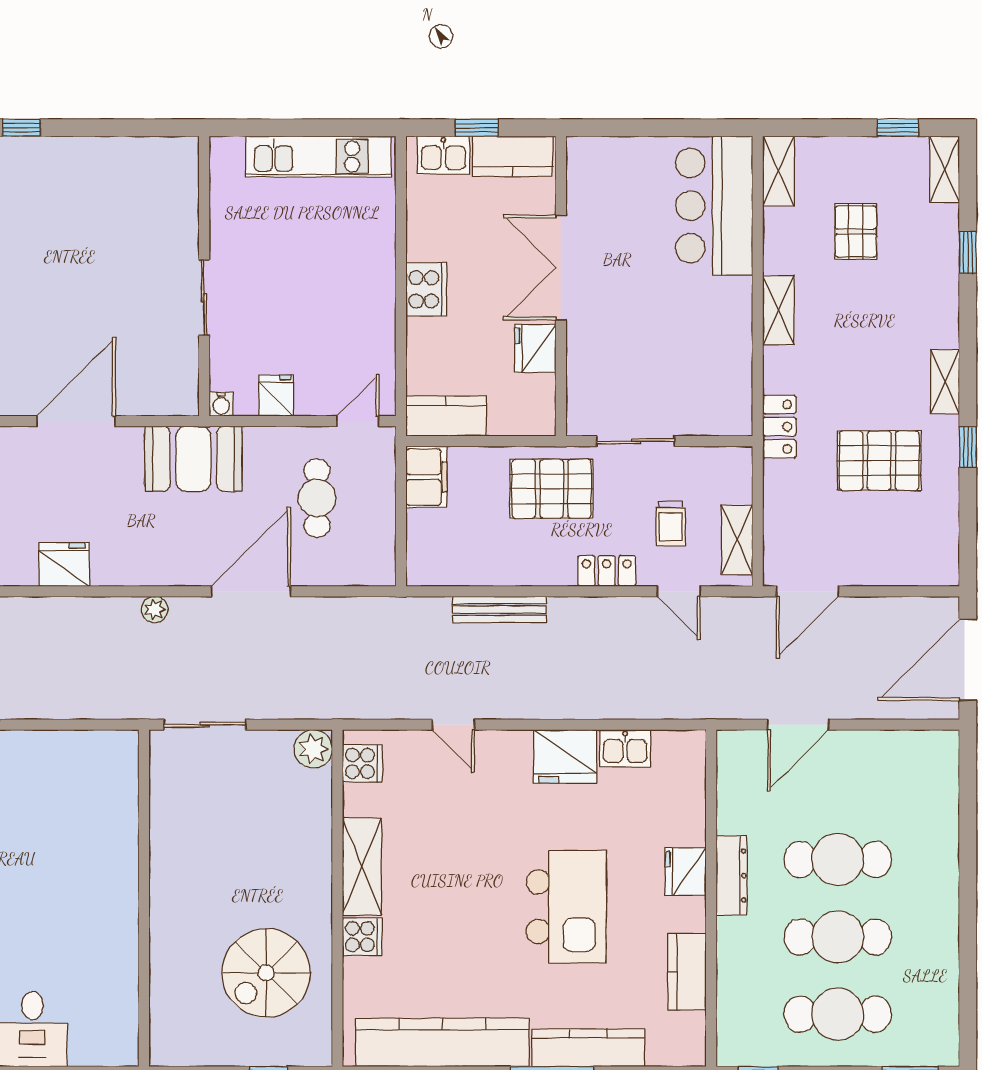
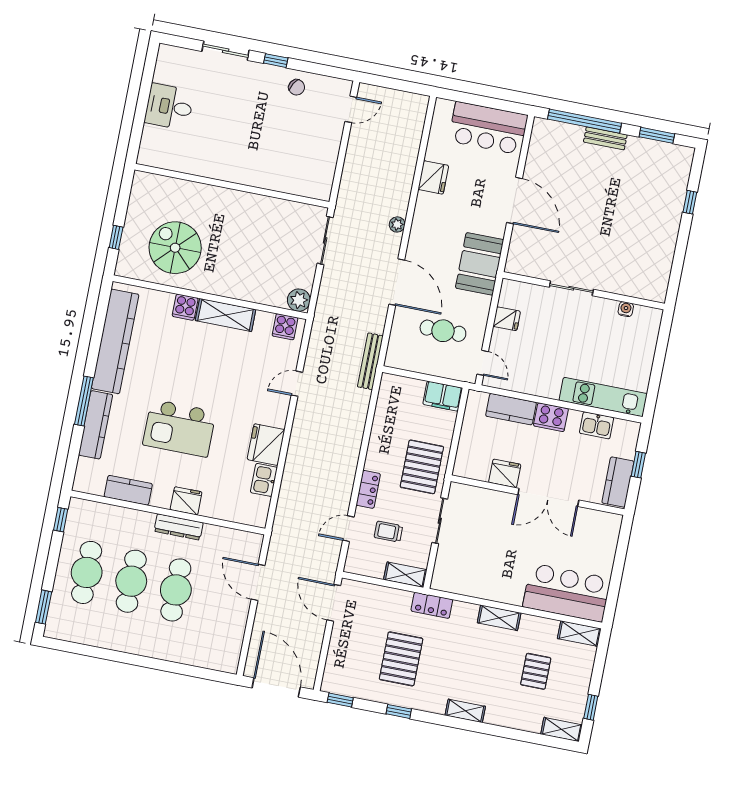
kitchen sink: (443, 155) -> (597, 425), moved, turned -90
kitchen unit: (319, 157) -> (603, 397), moved, turned 90
pallet: (856, 231) -> (536, 671), turned 90
window: (968, 253) -> (340, 700), moved
double door: (561, 268) -> (548, 497), swing flipped
shelving: (945, 382) -> (465, 711), moved
water cooler: (221, 404) -> (626, 309), moved, turned 90
kitchen counter: (446, 416) -> (511, 409), moved, turned 90
shelving: (737, 540) -> (405, 575), moved
bench: (499, 610) -> (370, 361), moved

